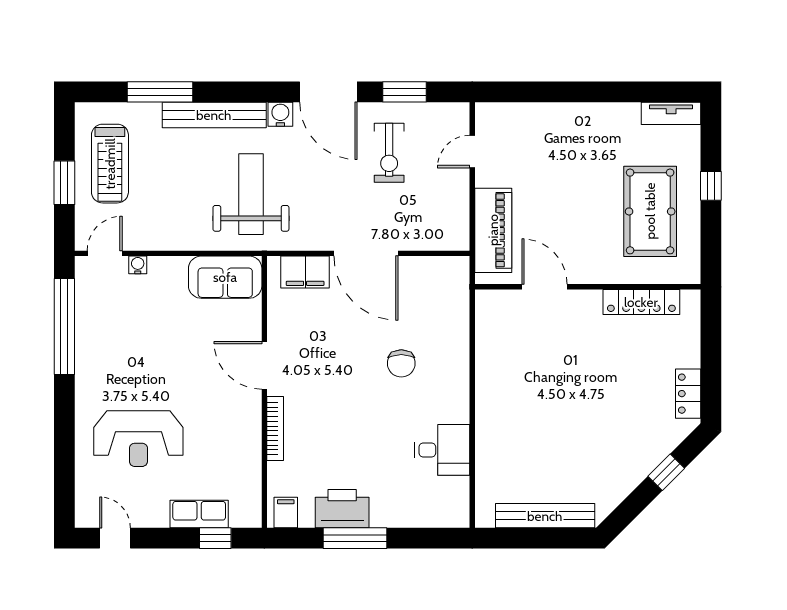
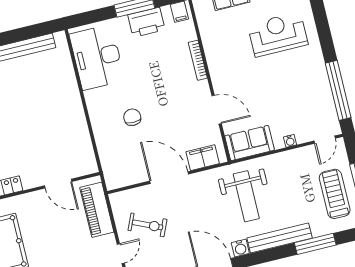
exercise bike: (389, 153) -> (147, 225), moved, turned 114
water cooler: (138, 265) -> (290, 141), moved
door: (264, 365) -> (217, 110), moved
desk: (442, 450) -> (97, 57), width x1.87, depth x1.30

